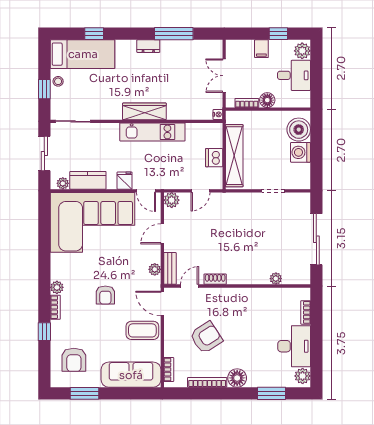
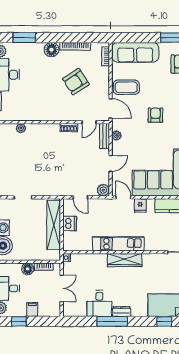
window: (174, 34) -> (112, 321), moved
desk: (176, 56) -> (99, 303), added
door: (200, 191) -> (80, 197), swing flipped

